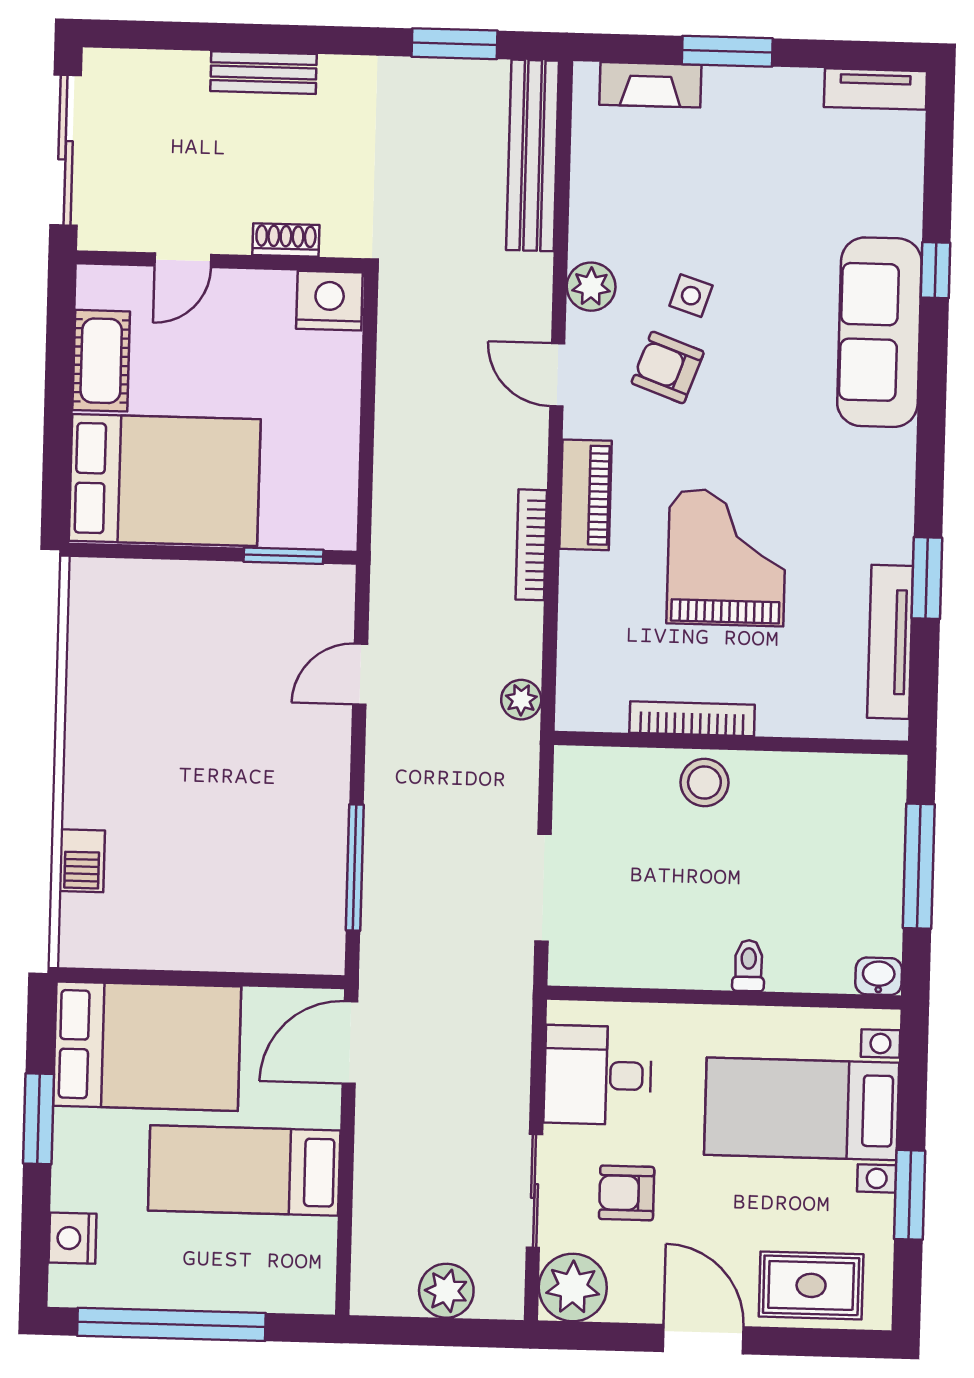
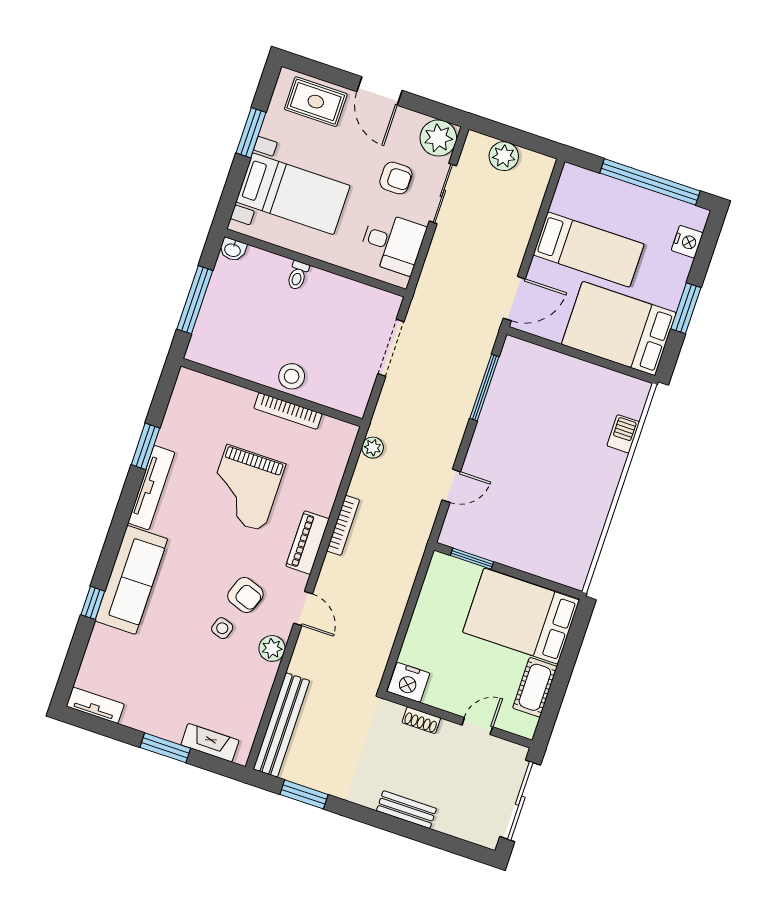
tv unit: (890, 642) -> (151, 488), moved

